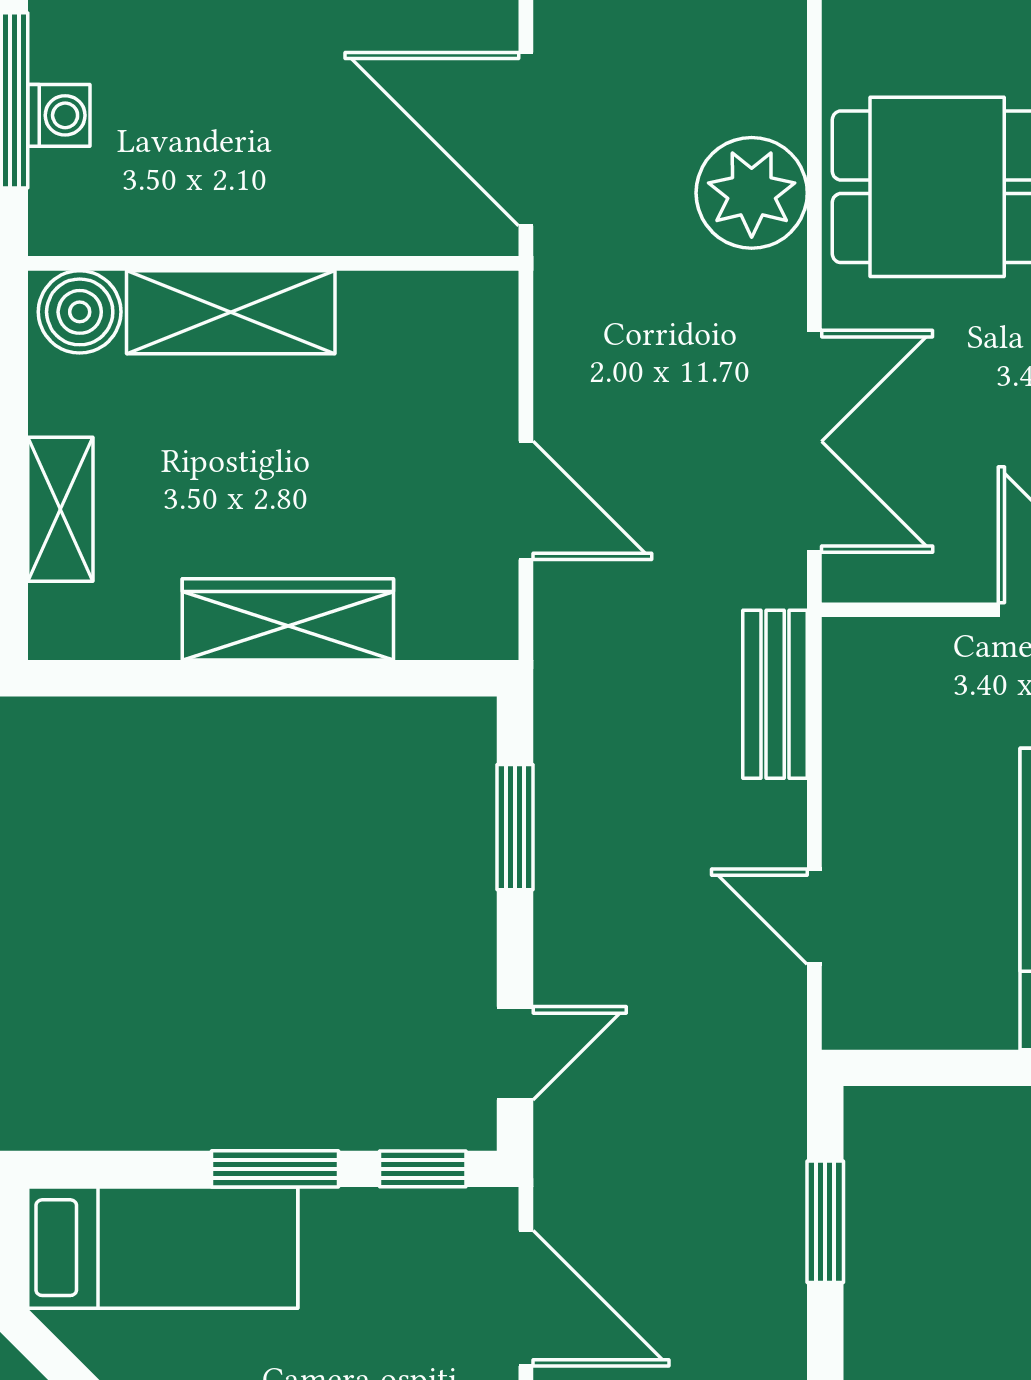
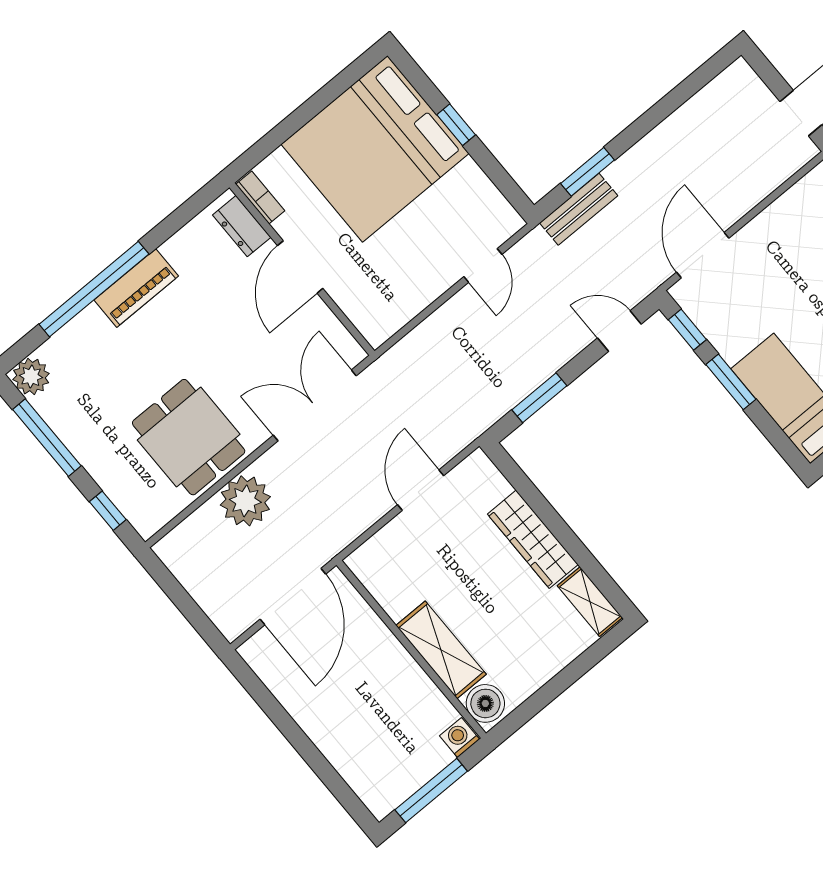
washing machine: (59, 115) -> (459, 737), moved
shelving: (60, 509) -> (590, 602), moved, turned 90
bench: (775, 694) -> (579, 209), moved

